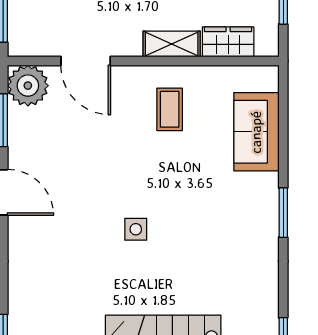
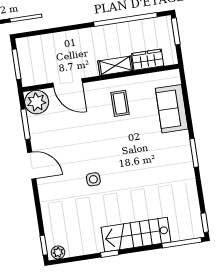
side table: (136, 229) -> (93, 179), moved

